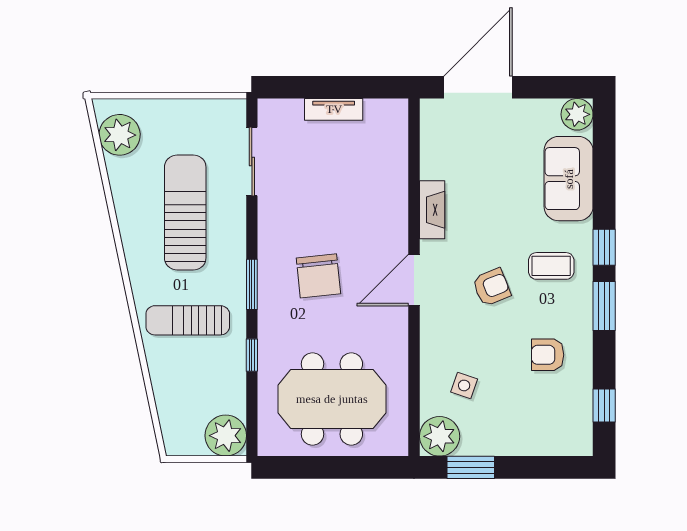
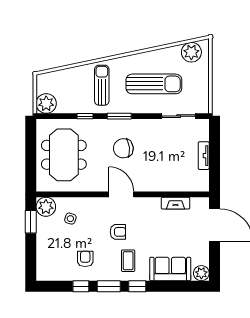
fireplace: (432, 210) -> (176, 203), moved
armchair: (492, 287) -> (118, 232), turned -68
window: (604, 405) -> (81, 286), moved

